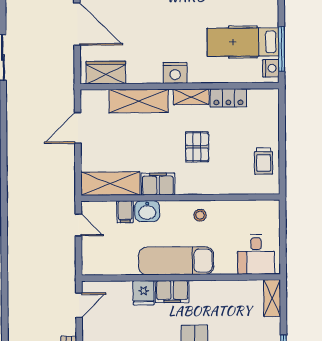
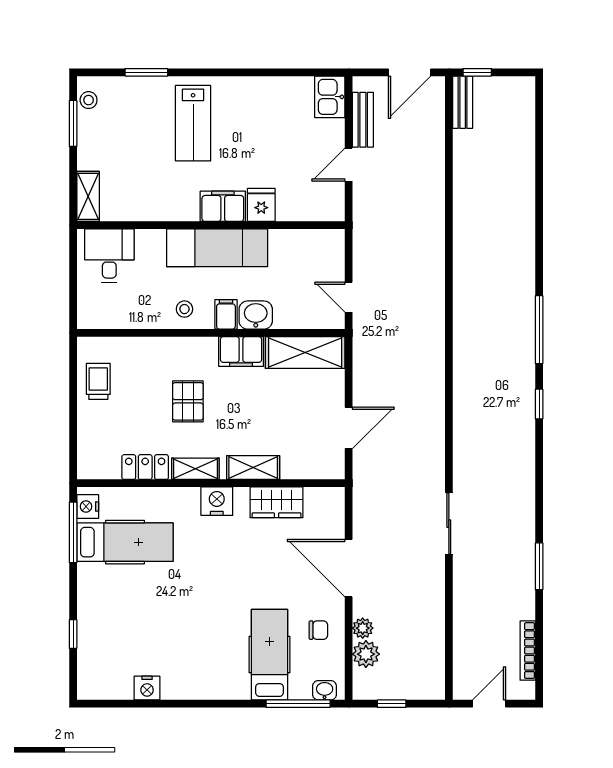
wardrobe: (106, 73) -> (276, 502), moved
shelving: (139, 101) -> (253, 468), width x0.67, depth x0.75
filing cabinet: (125, 212) -> (226, 314), moved
door: (79, 305) -> (349, 165), moved

